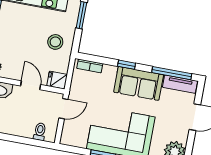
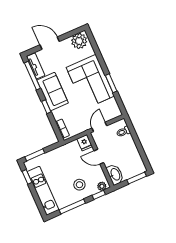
stool: (55, 42) -> (79, 185), moved
door: (31, 85) -> (99, 157), hinge flipped
door: (63, 109) -> (99, 127), hinge flipped

